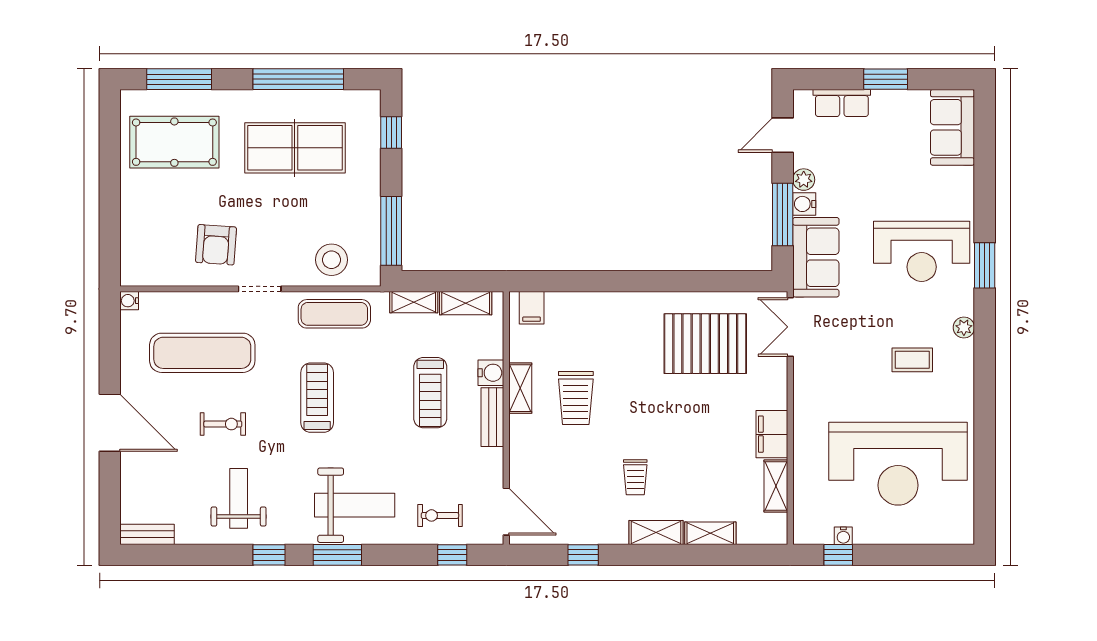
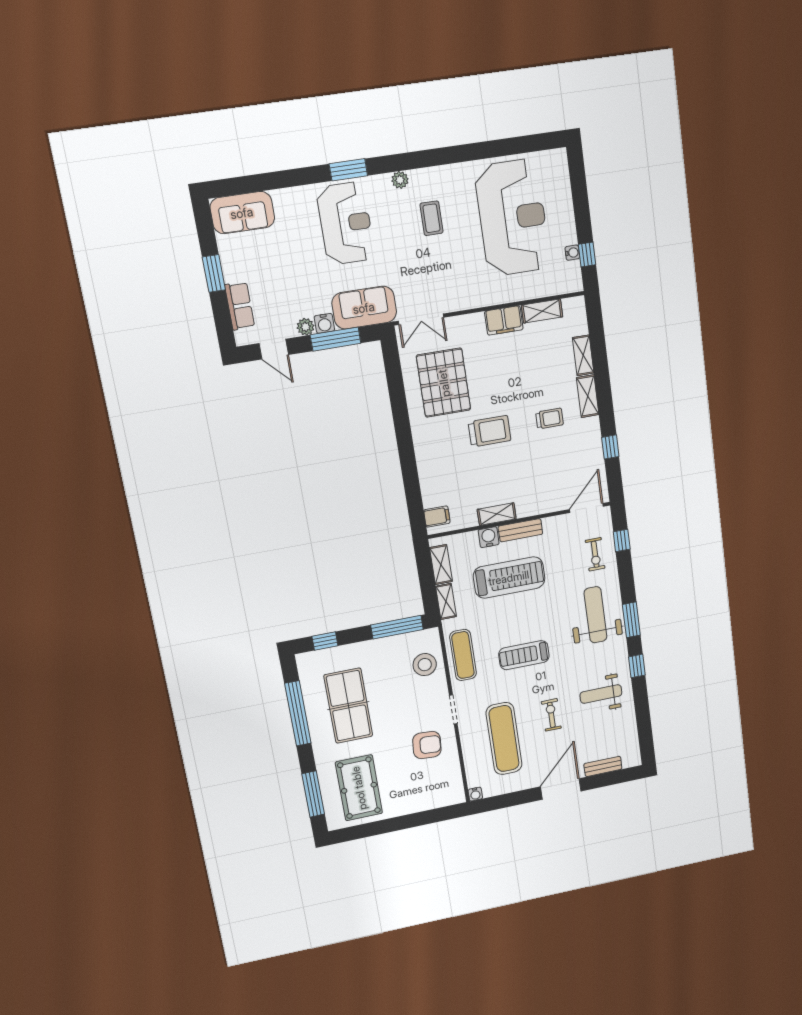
treadmill: (430, 393) -> (509, 578), width x1.37, depth x1.38
trolley: (576, 398) -> (490, 431), moved
bench: (147, 534) -> (603, 766), moved, turned 90

